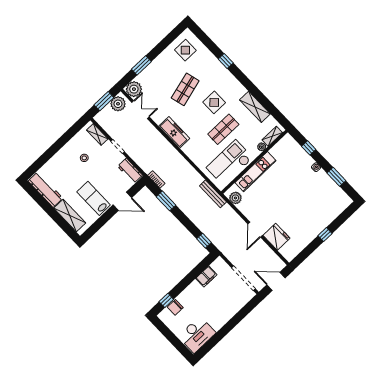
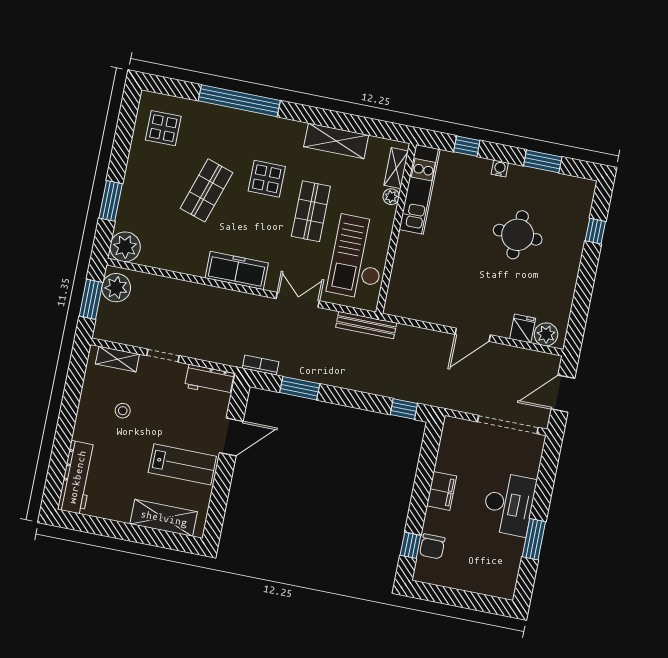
window: (226, 61) -> (239, 101), width x3.17
shop shelf: (185, 89) -> (206, 190), turned 33
double door: (141, 110) -> (298, 300), moved
kitchen unit: (255, 172) -> (420, 189), moved
workbench: (45, 190) -> (77, 477), moved, turned 90
lab bench: (94, 198) -> (182, 464), turned 180
plant: (235, 198) -> (546, 334), moved
round table: (304, 201) -> (518, 235), added
door: (255, 230) -> (473, 335), hinge flipped
window: (325, 235) -> (595, 231), moved
fridge: (276, 237) -> (523, 329), width x0.53, depth x0.75
filing cabinet: (206, 276) -> (442, 491), moved
desk: (197, 335) -> (509, 504), moved
window: (220, 335) -> (534, 539), added

